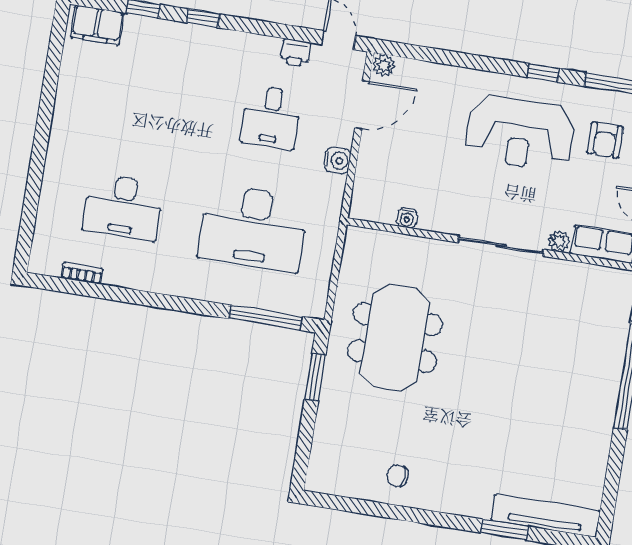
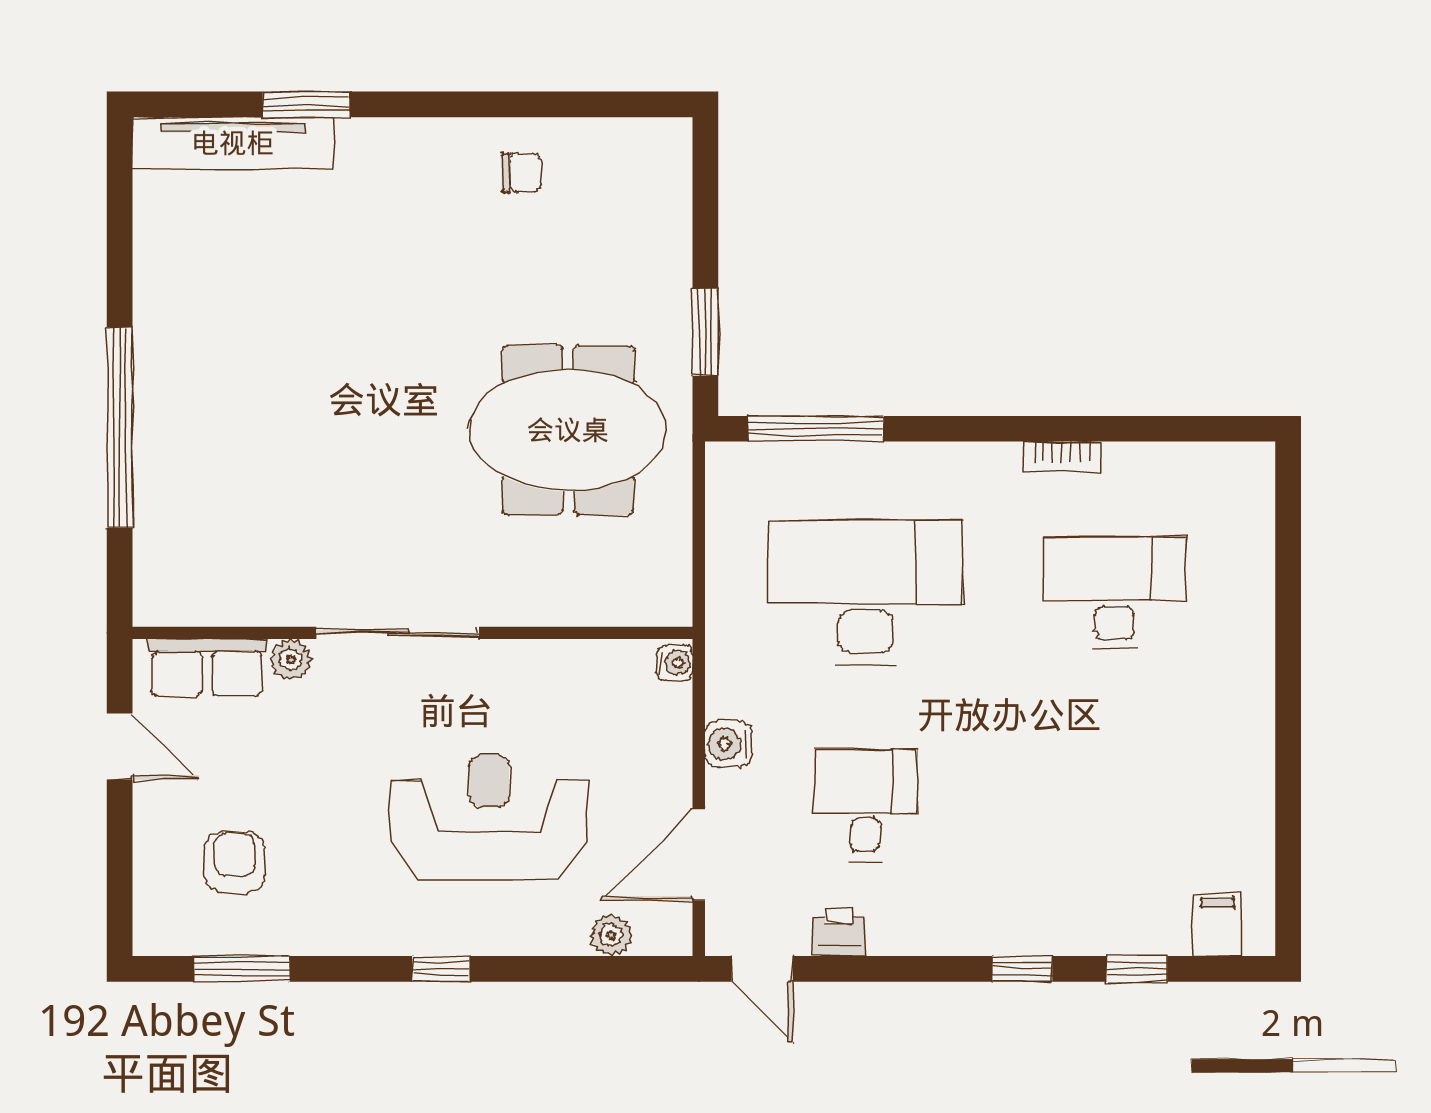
filing cabinet: (97, 25) -> (1217, 925), width x0.50
plant: (384, 65) -> (611, 935), moved
window: (543, 73) -> (441, 969), moved
reception desk: (520, 133) -> (489, 817), moved
water cooler: (407, 218) -> (675, 663), moved, turned 90
bookcase: (82, 273) -> (1062, 457), moved
meeting table: (395, 338) -> (568, 430), turned 90

